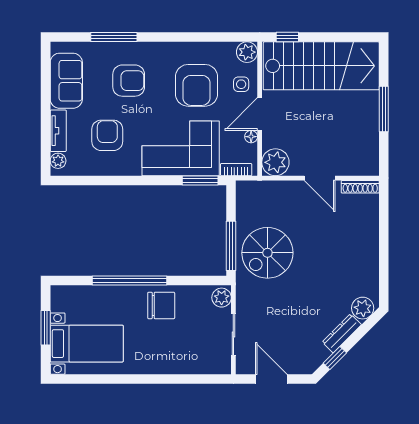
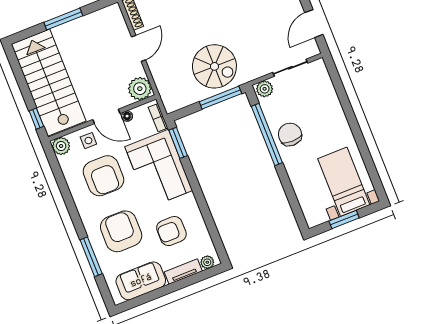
armchair: (129, 81) -> (121, 231), width x1.36, depth x1.36
armchair: (197, 85) -> (103, 176), turned 90
window: (130, 280) -> (267, 134), moved

